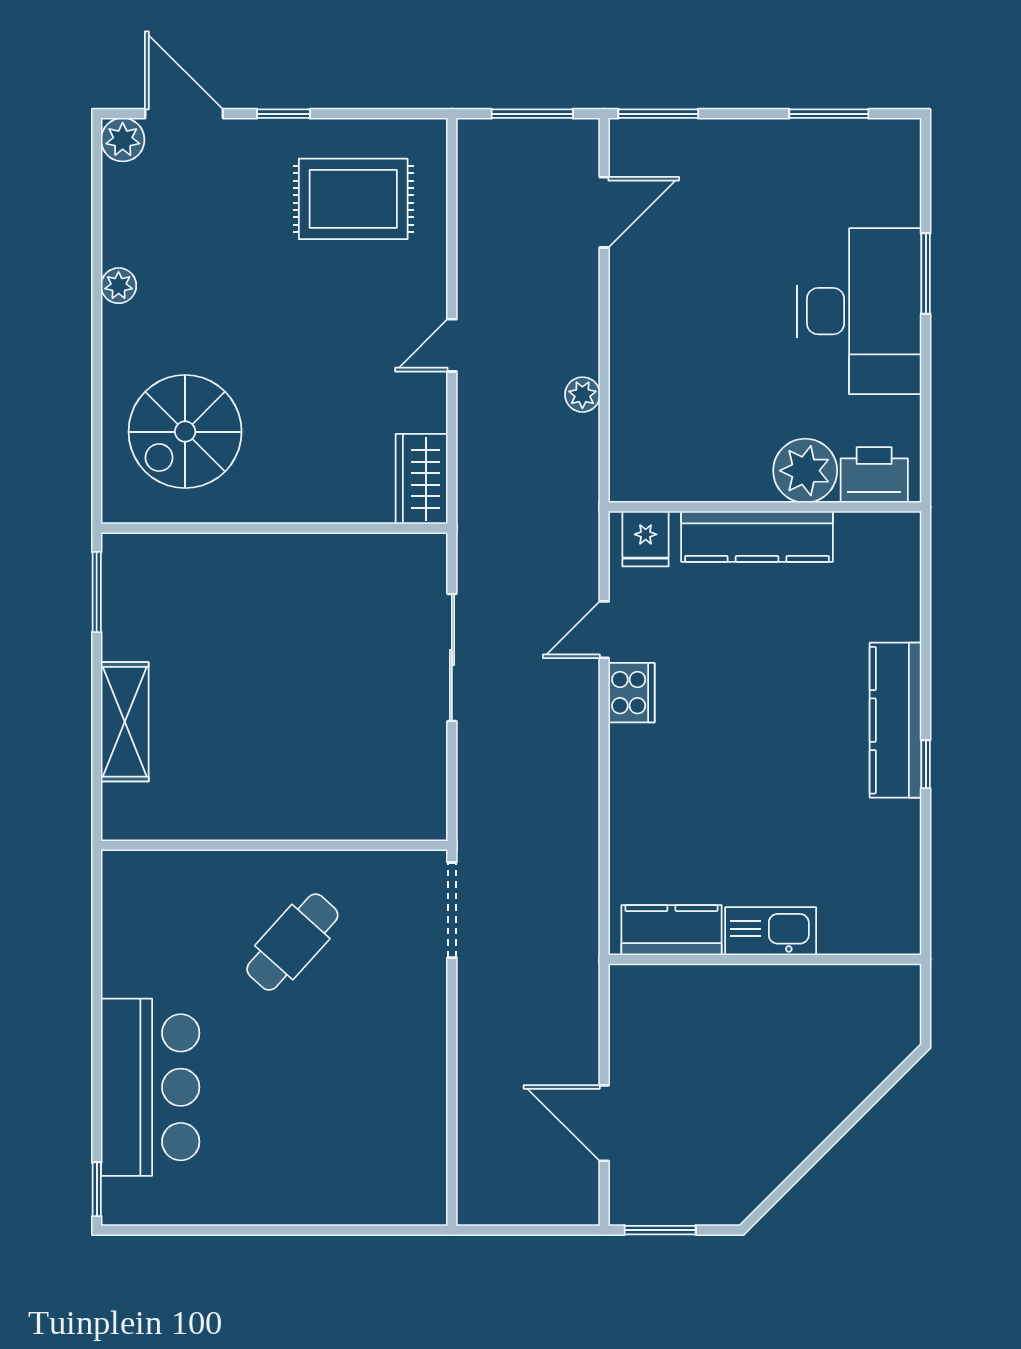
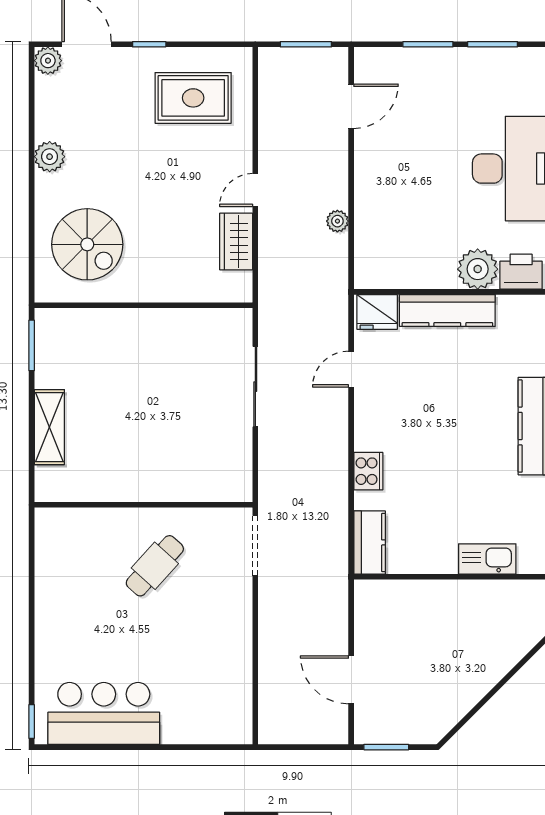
window: (658, 114) -> (428, 44), moved
plant: (119, 286) -> (50, 157), width x1.38, depth x1.38
spiral stairs: (185, 432) -> (87, 244), turned -90
wardrobe: (422, 479) -> (236, 242), moved
fridge: (646, 539) -> (377, 312), width x1.38
cooker: (631, 693) -> (368, 471), moved
kitchen counter: (671, 930) -> (370, 542), moved, turned 90
kitchen sink: (771, 931) -> (487, 559), moved
bar counter: (150, 1087) -> (104, 713), moved, turned -90

